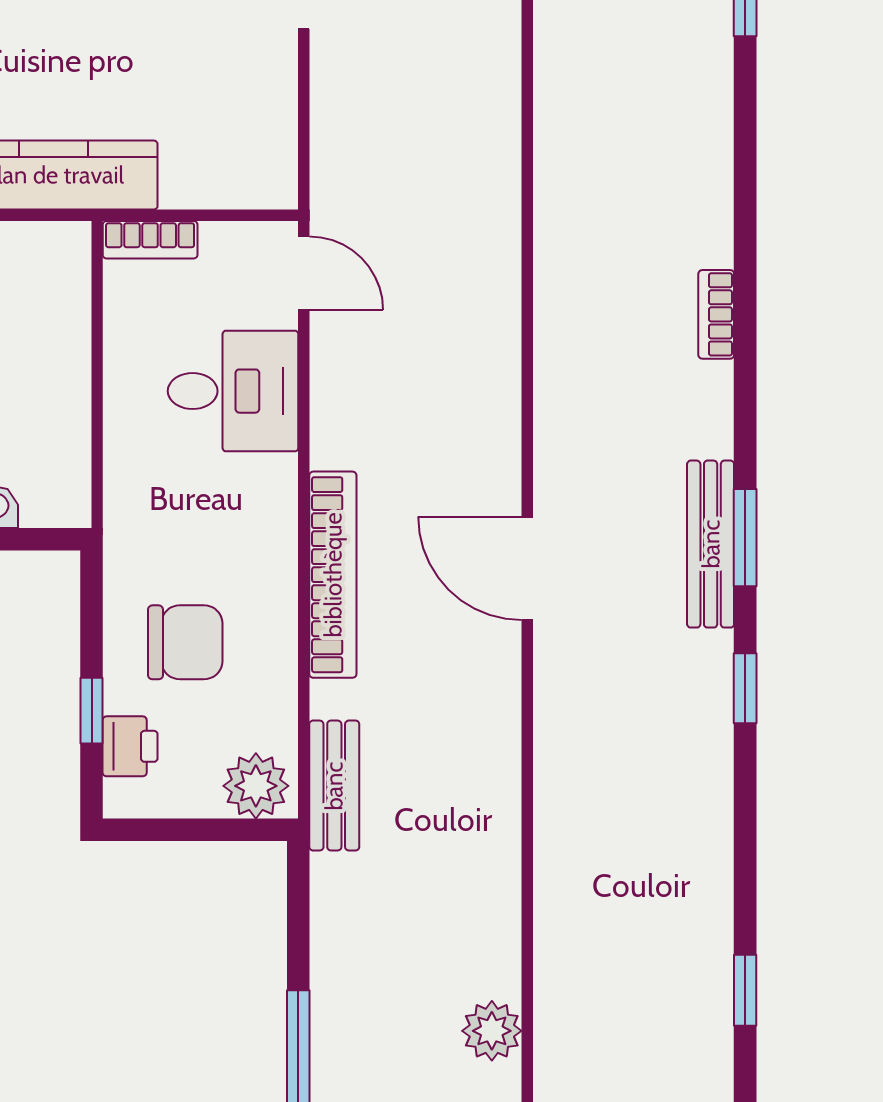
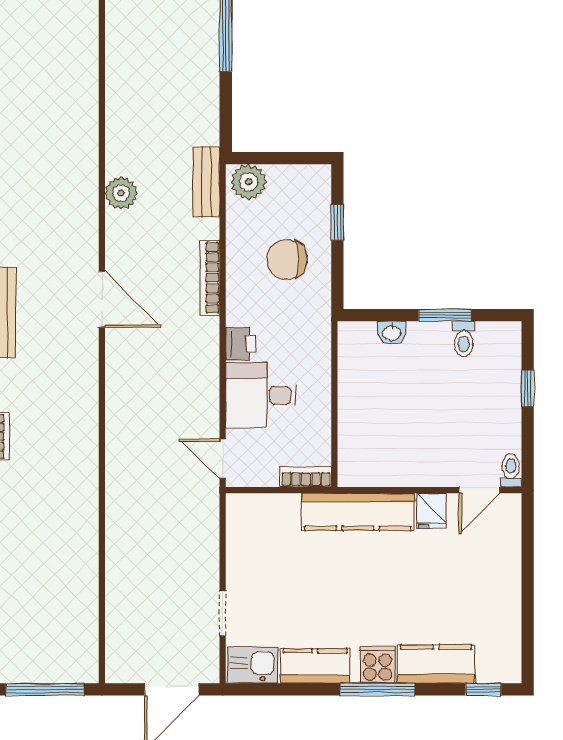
bookcase: (333, 575) -> (210, 278), width x0.68, depth x0.76
printer: (130, 746) -> (241, 344), moved, turned 180
plant: (492, 1031) -> (121, 193), moved

